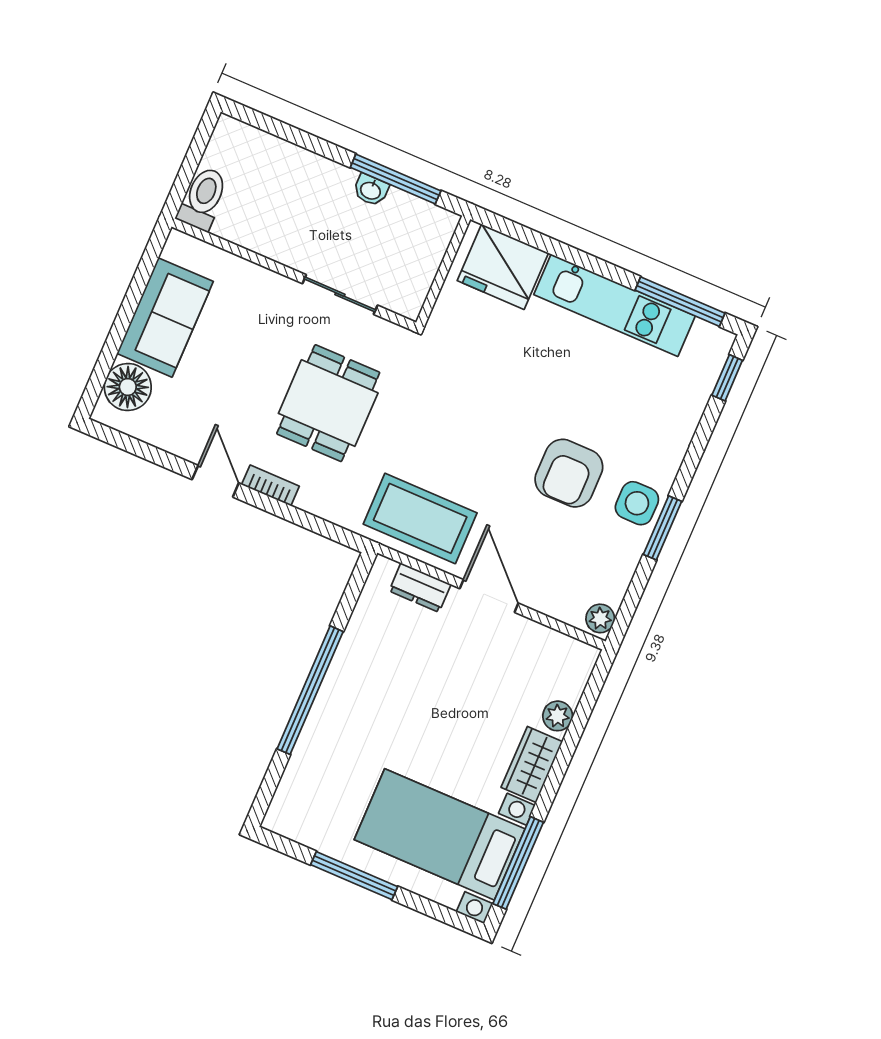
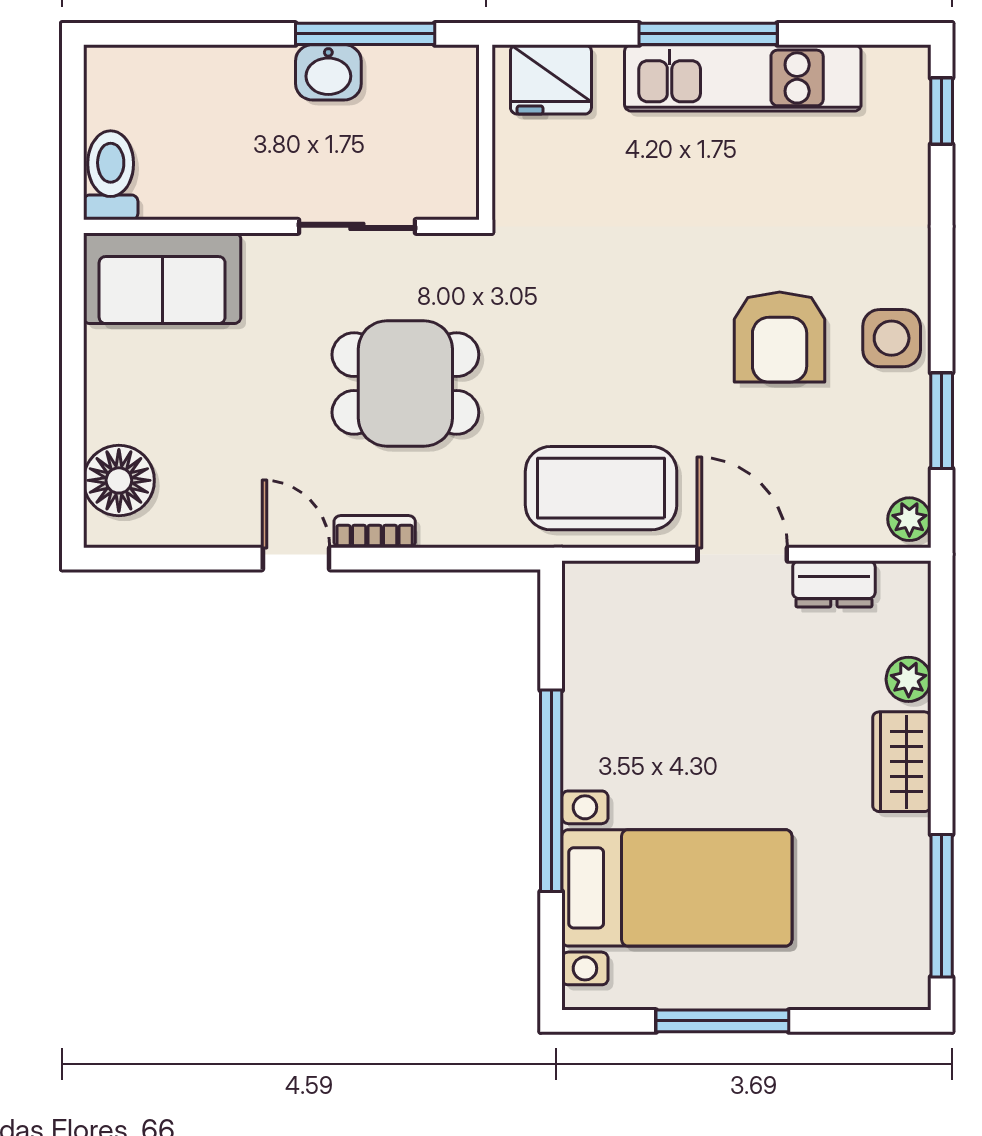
washbasin: (371, 190) -> (328, 72), width x1.38, depth x1.45
fridge: (503, 267) -> (551, 79), width x0.73, depth x0.75
window: (680, 302) -> (708, 34), moved
sofa: (165, 317) -> (162, 278), moved, turned 90
dining table: (328, 403) -> (405, 383), turned 90
window: (662, 528) -> (942, 421), moved
dresser: (420, 588) -> (834, 584), moved
bed with nightstands: (440, 834) -> (677, 888), moved, turned 180

